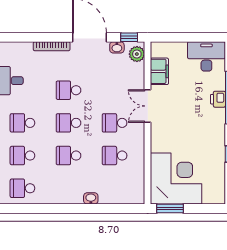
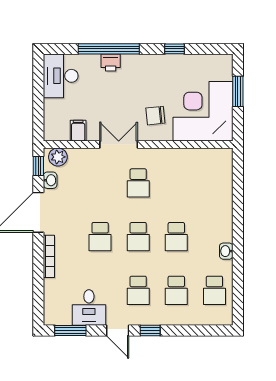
filing cabinet: (159, 71) -> (78, 131), width x0.50
double door: (148, 106) -> (119, 144), swing flipped
chair: (172, 138) -> (155, 116), added
school desk: (115, 156) -> (176, 183), removed
washbasin: (91, 198) -> (226, 251), moved
window: (170, 208) -> (238, 91), moved

